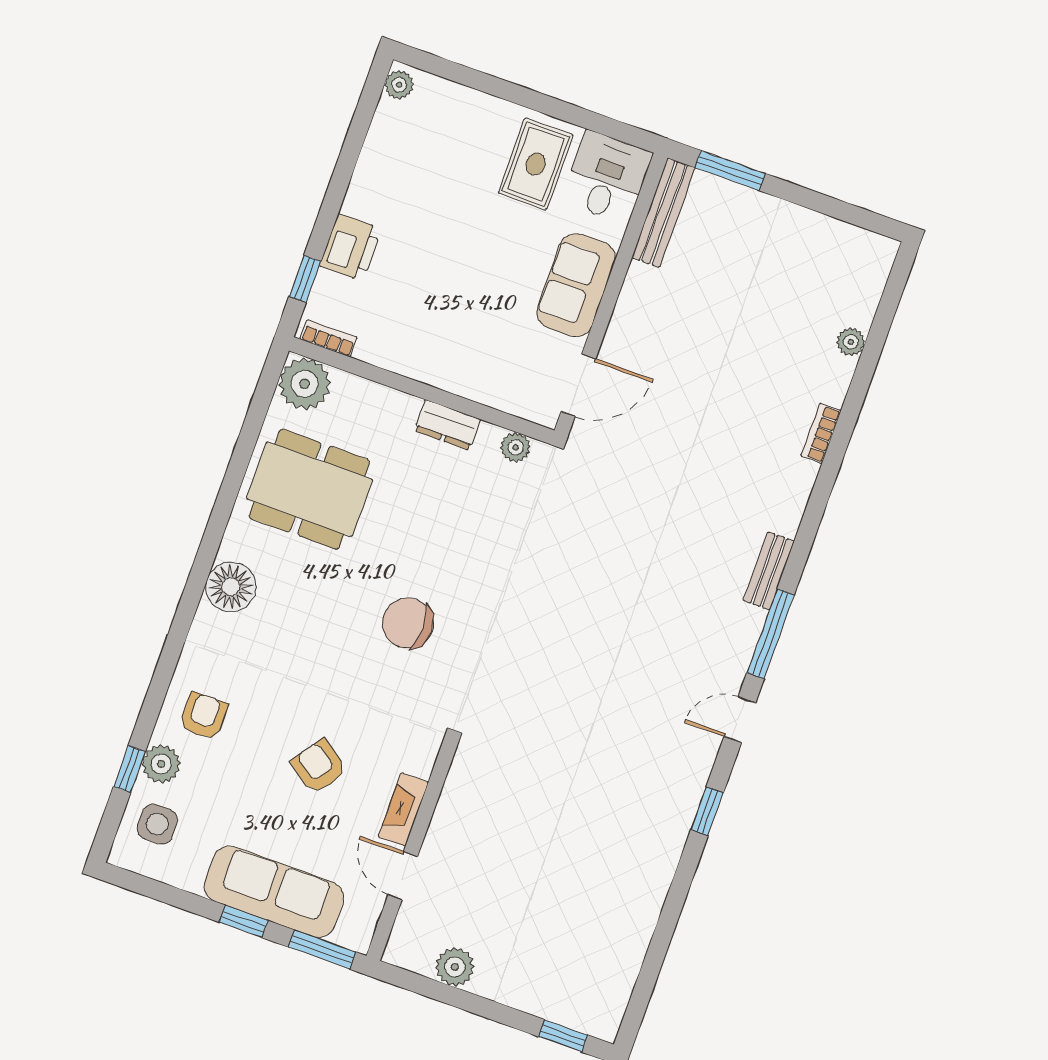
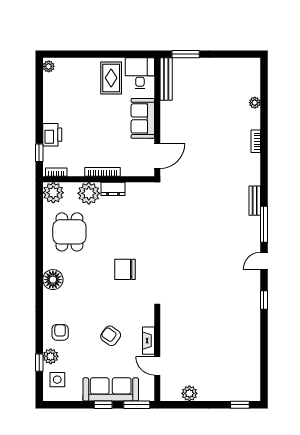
bookcase: (437, 376) -> (103, 172), added
plant: (516, 447) -> (89, 193), moved, width x1.87, depth x1.87
dining table: (309, 489) -> (69, 232), width x0.73

